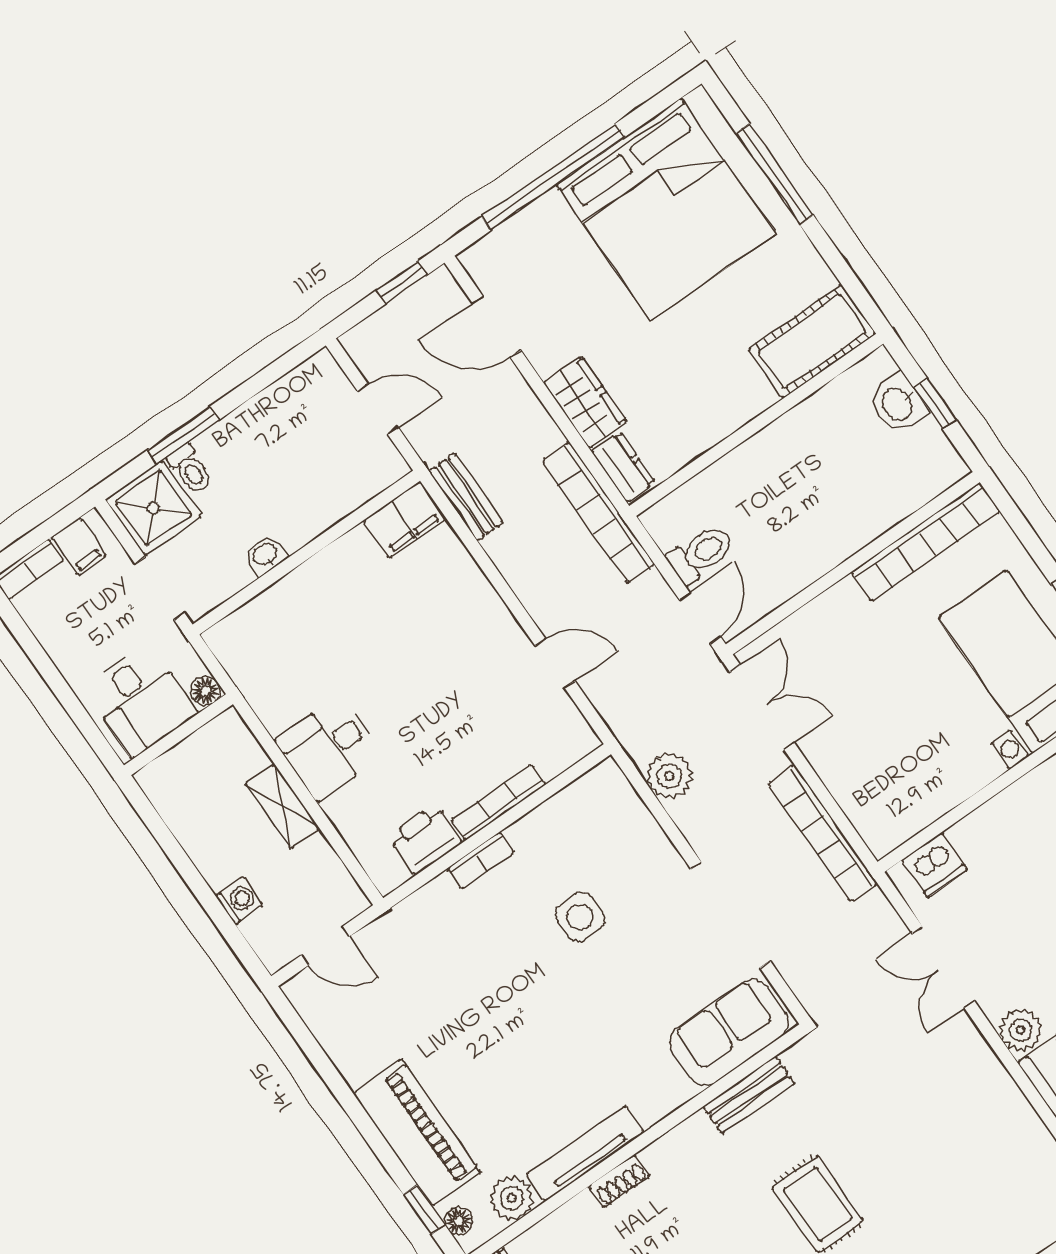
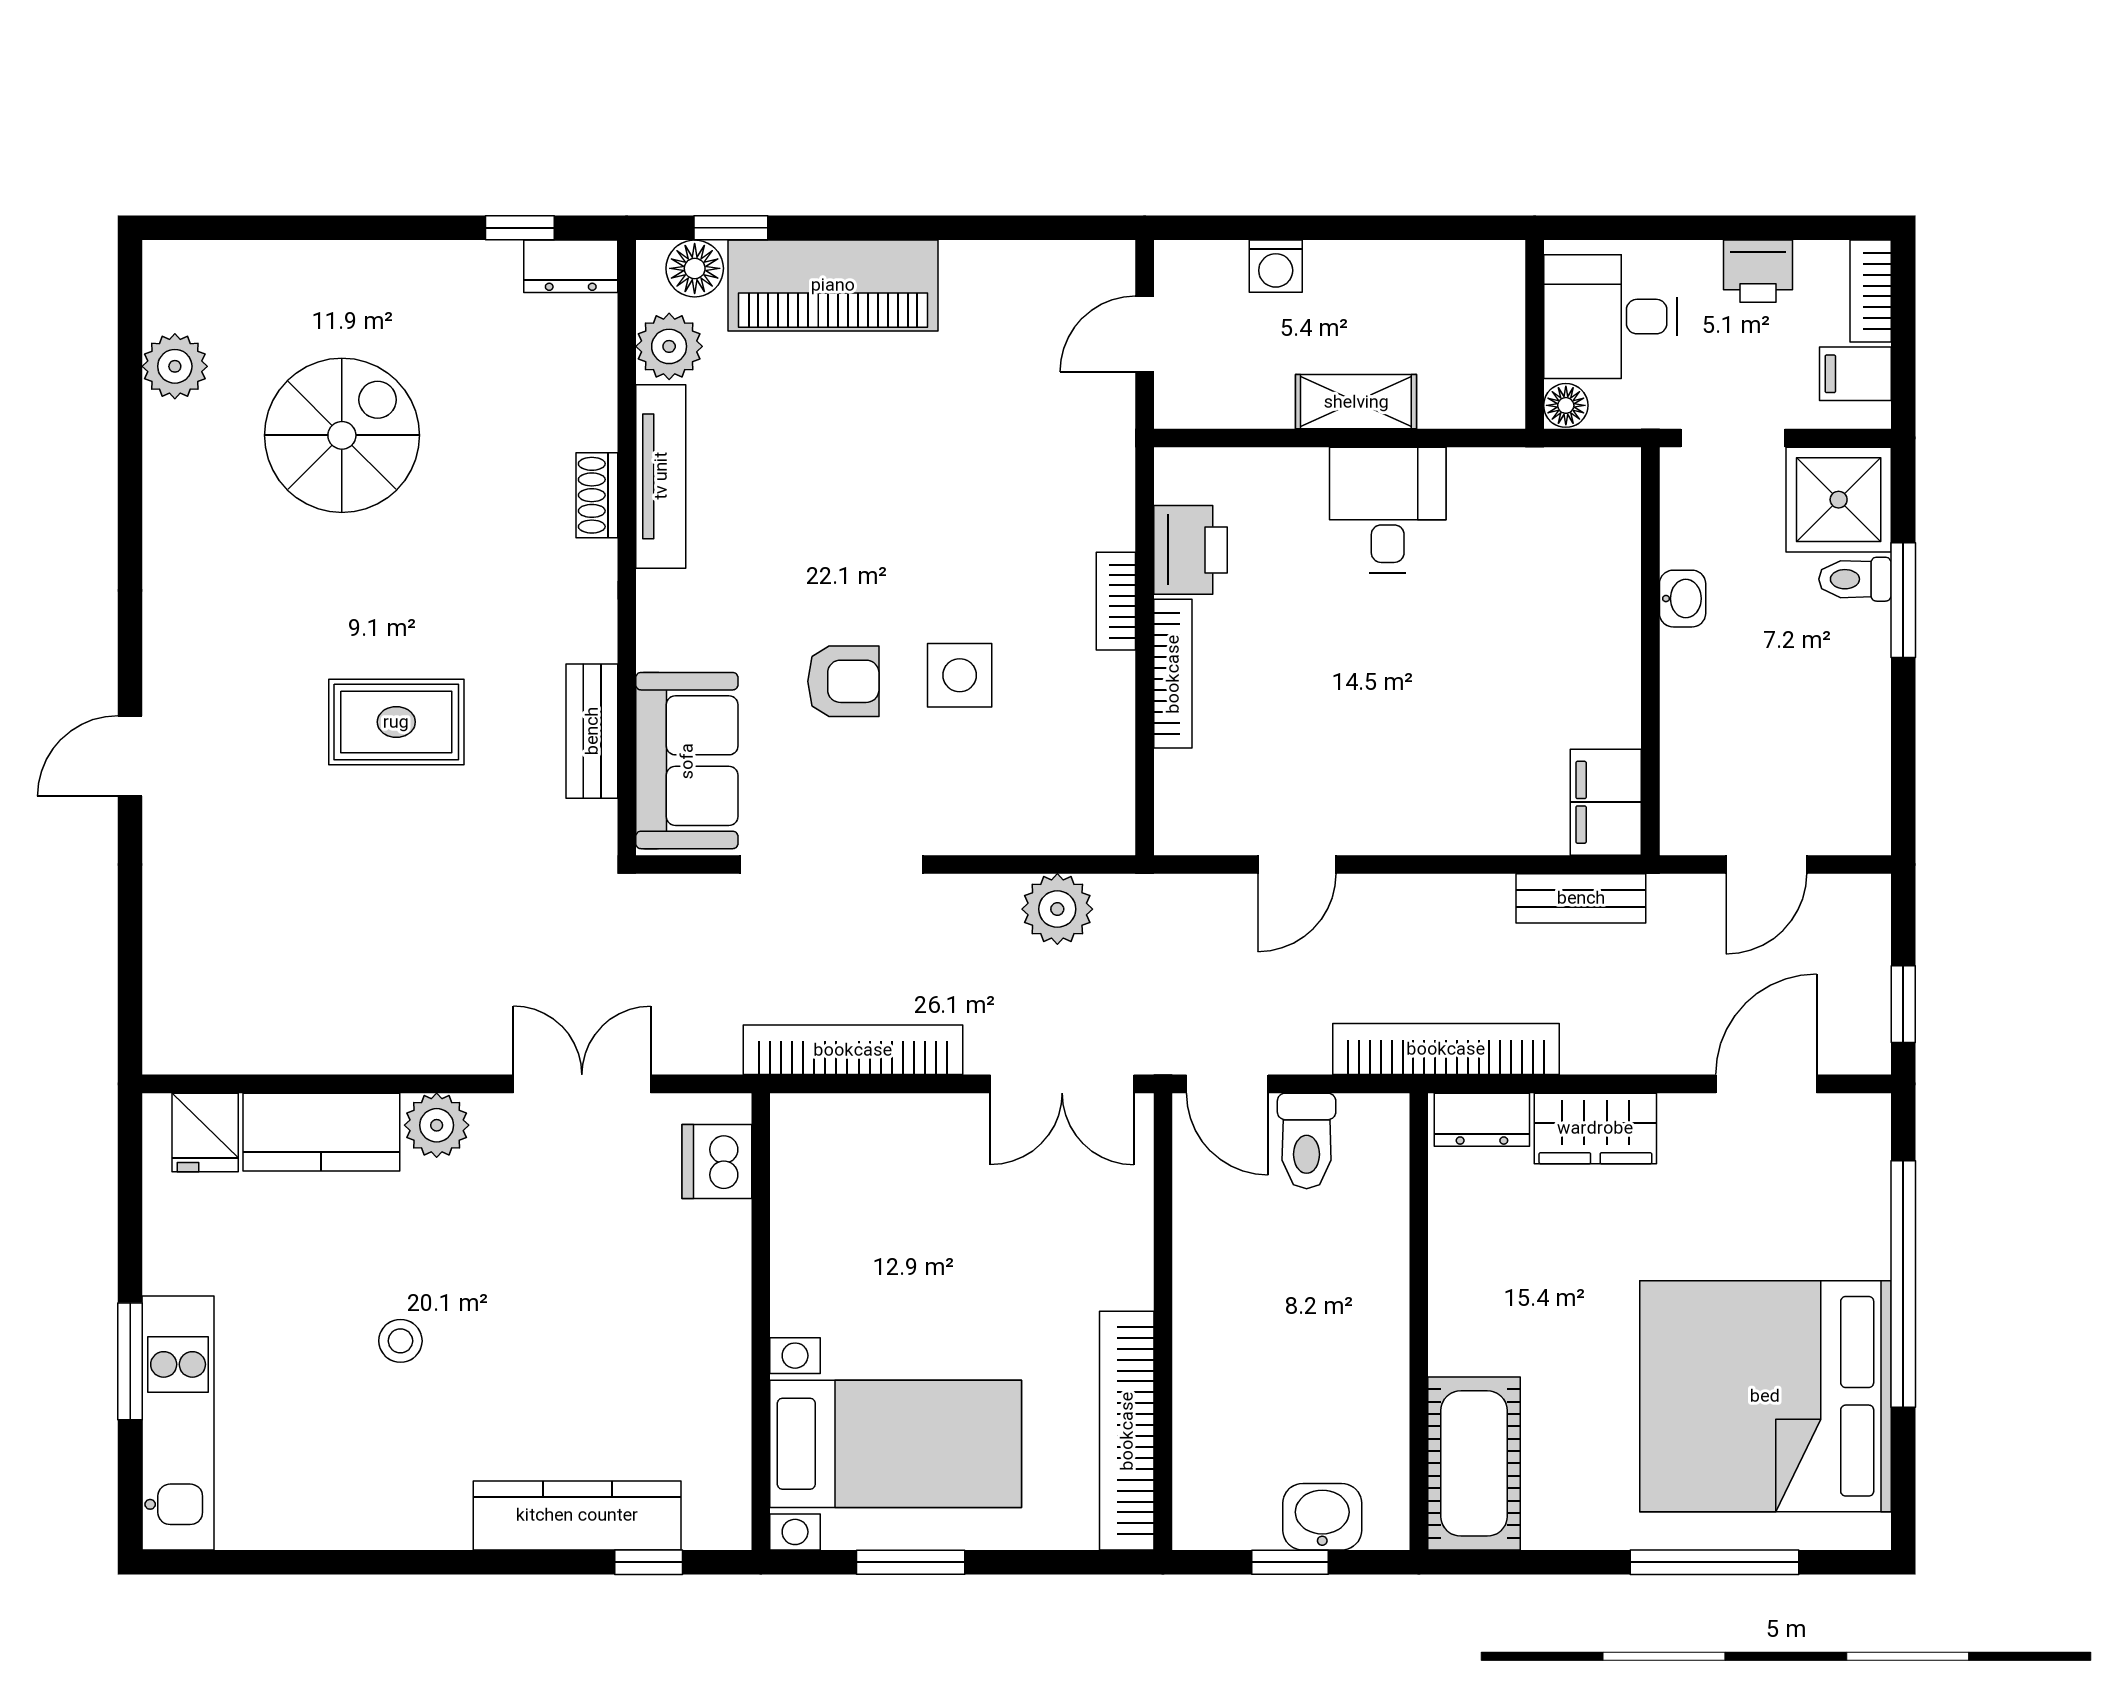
printer: (60, 638) -> (1758, 271), added
armchair: (627, 978) -> (843, 681), added
floor lamp: (459, 1221) -> (695, 268), width x1.37, depth x1.37

